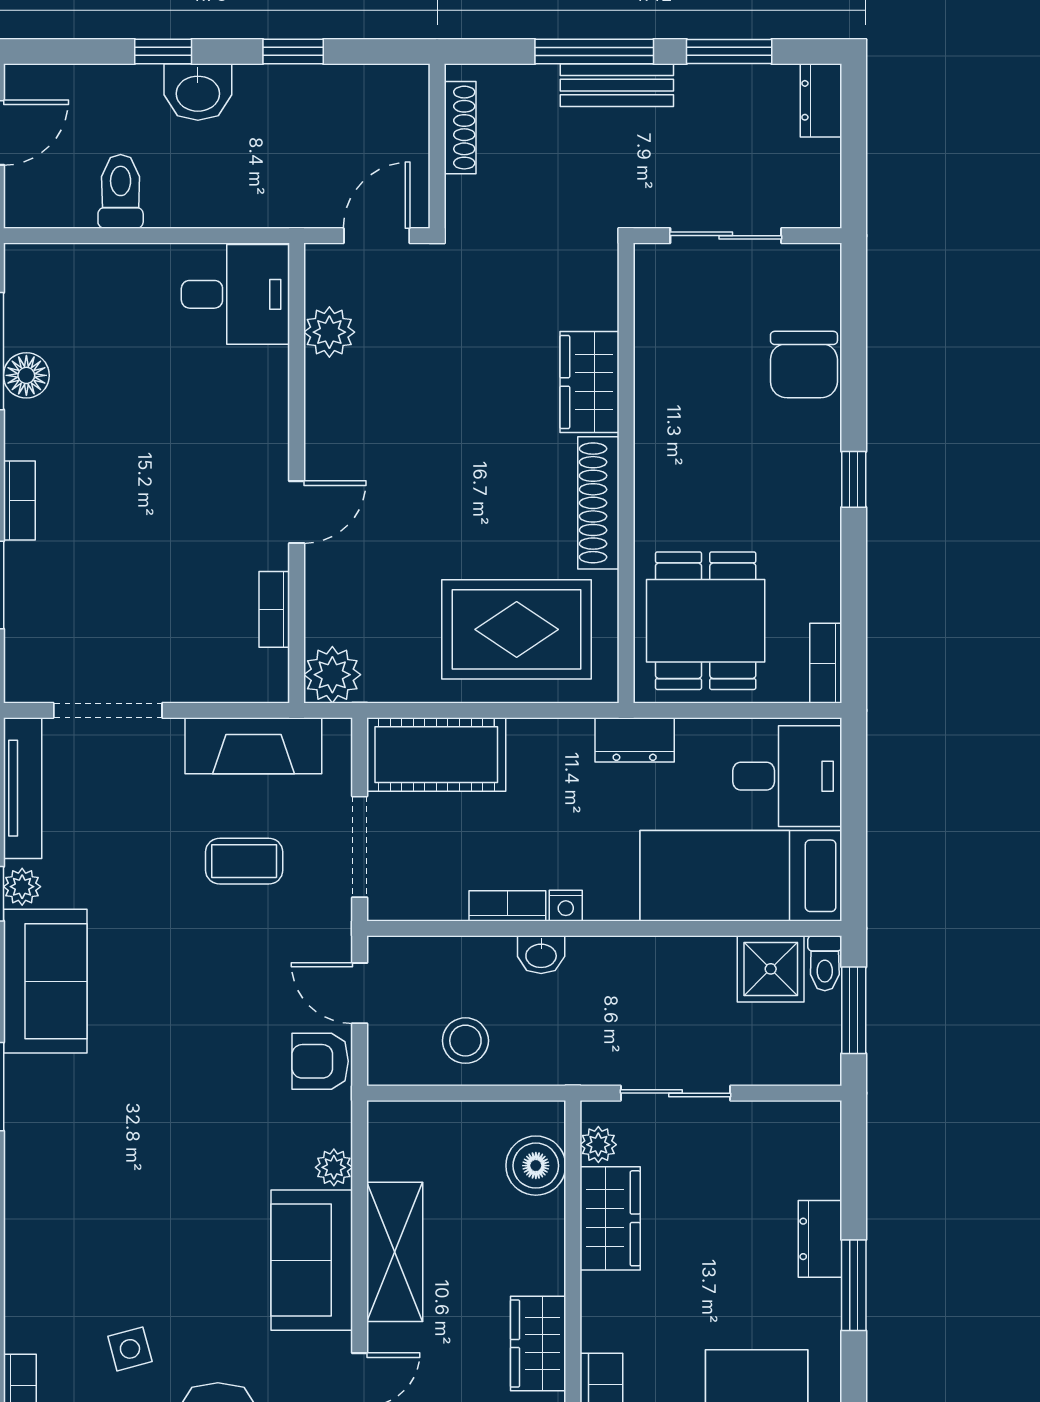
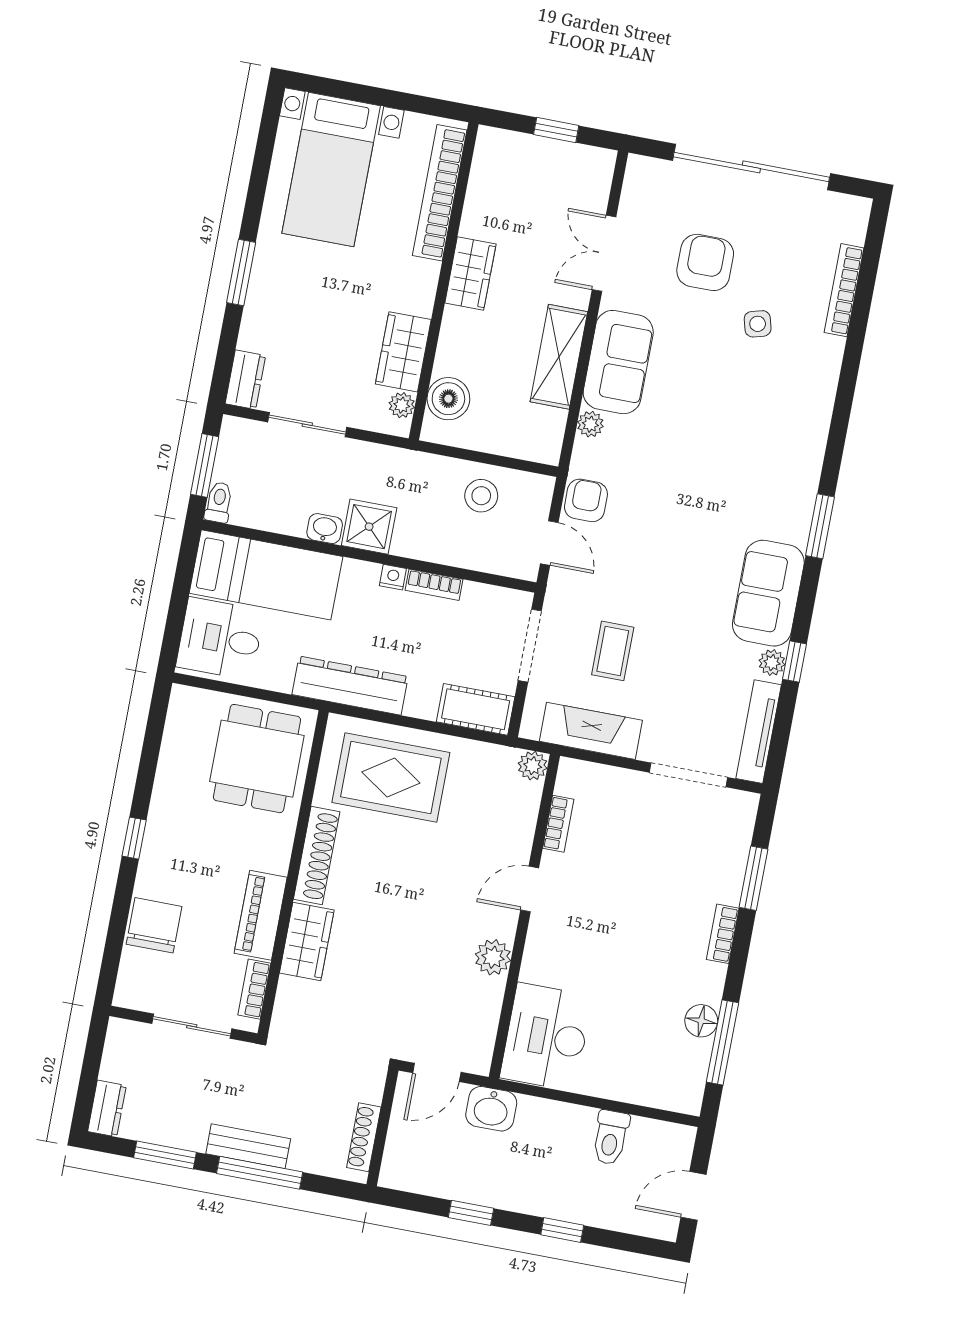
washbasin: (198, 92) -> (491, 1109), moved, turned 180
desk: (235, 294) -> (546, 1037), width x1.37
plant: (329, 332) -> (493, 957), moved
piano: (660, 406) -> (261, 915), added
bookcase: (826, 663) -> (254, 989), moved, turned 180
plant: (332, 675) -> (533, 766), width x0.73, depth x0.73
dresser: (635, 740) -> (350, 686), width x1.96, depth x1.24
cot: (436, 755) -> (476, 709), width x0.73, depth x0.75
coffee table: (244, 861) -> (613, 651), turned 90
washbasin: (541, 955) -> (325, 529), moved
shower: (771, 969) -> (369, 527), moved
armchair: (320, 1061) -> (586, 500), turned -90
sliding door: (676, 1093) -> (307, 425), moved
dresser: (820, 1239) -> (245, 380), moved

